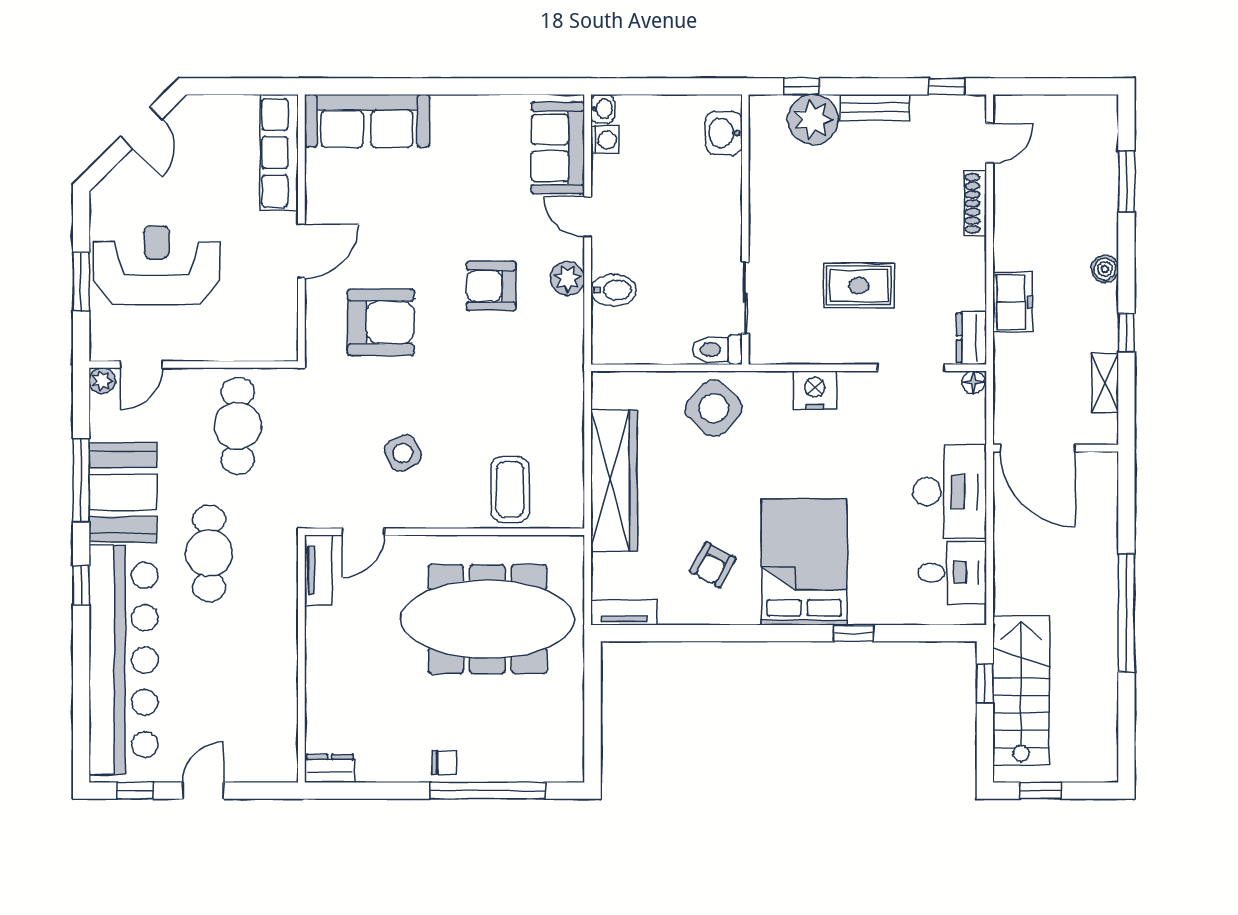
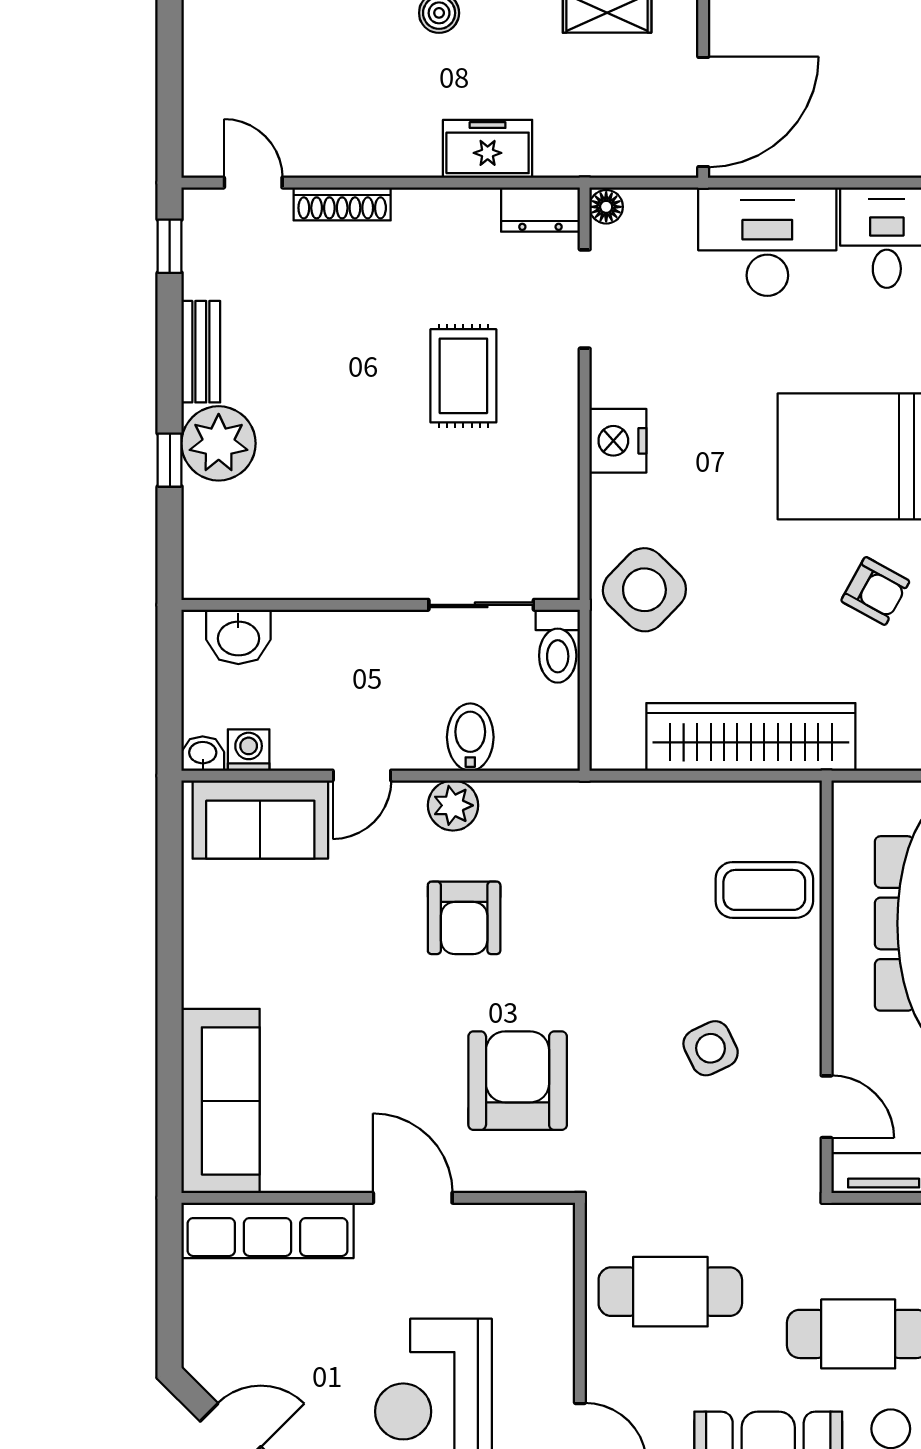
washbasin: (724, 133) -> (238, 637), moved
wall: (745, 229) -> (381, 605), moved
sliding door: (745, 298) -> (481, 605), moved
toilet: (717, 349) -> (558, 646), moved

